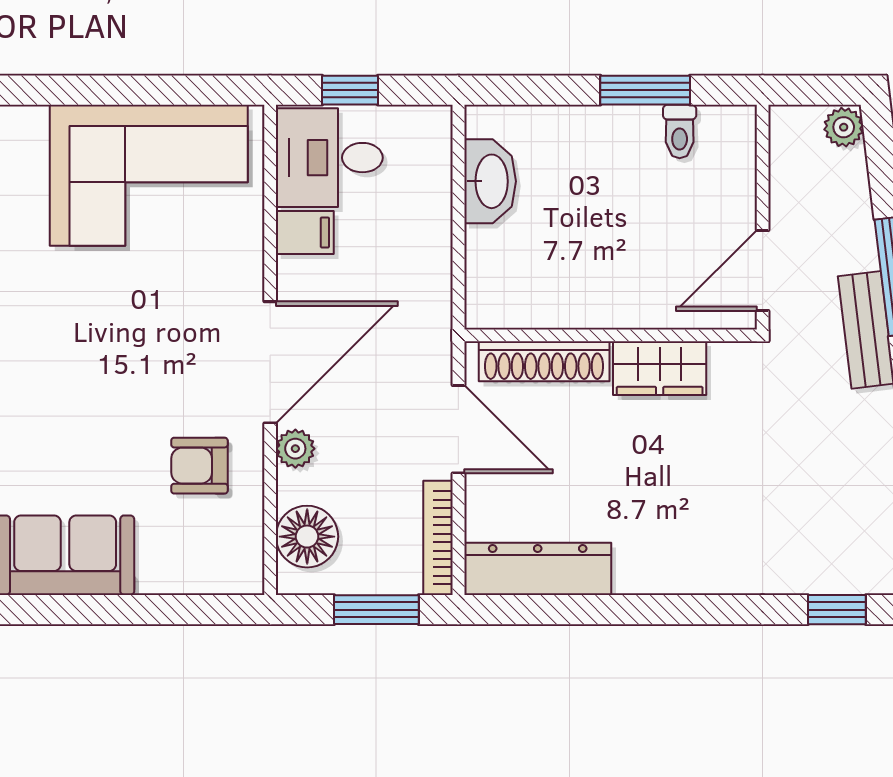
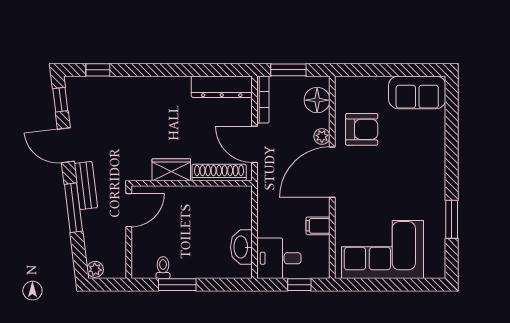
desk: (329, 158) -> (279, 258), moved, turned 180
armchair: (199, 466) -> (362, 129), width x1.38, depth x1.38

